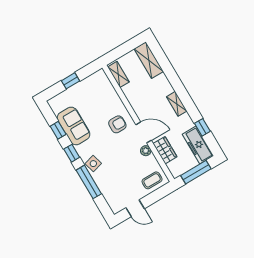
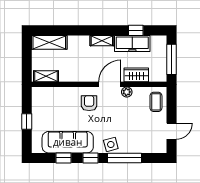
sofa: (74, 126) -> (68, 142), width x1.36
freezer: (198, 145) -> (132, 43), moved

